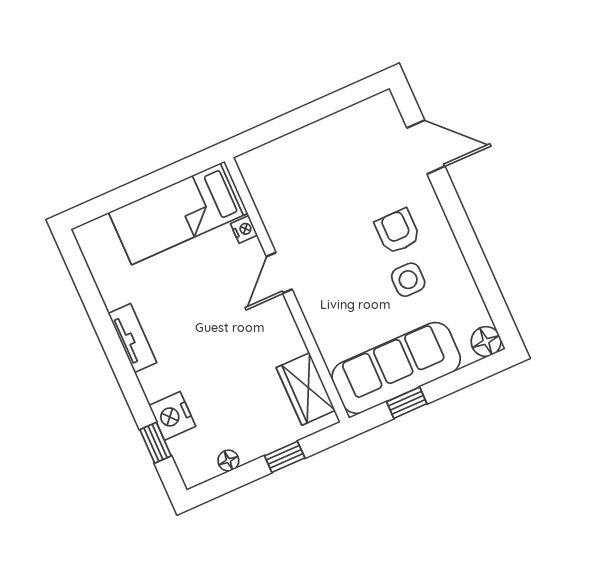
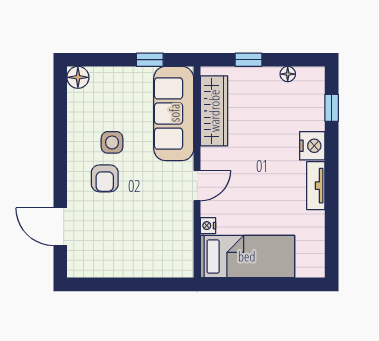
sofa: (396, 368) -> (174, 113), moved, turned 90
wardrobe: (306, 389) -> (214, 111), width x1.50
nightstand: (172, 416) -> (312, 146), moved

